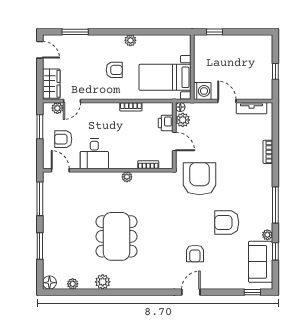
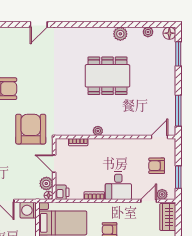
printer: (166, 123) -> (62, 192), moved
armchair: (63, 139) -> (157, 166), turned 180
desk: (94, 154) -> (118, 186), moved, turned 180
door: (60, 170) -> (159, 137), swing flipped
armchair: (200, 179) -> (31, 129), turned 180
dining table: (117, 236) -> (107, 76), turned 90
window: (40, 246) -> (178, 54), moved
armchair: (195, 253) -> (35, 60), removed

